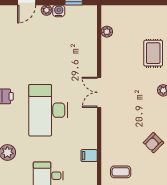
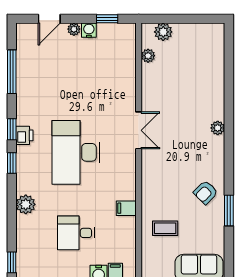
plant: (119, 12) -> (163, 32), added
rug: (153, 53) -> (205, 82), removed
double door: (99, 92) -> (139, 130), swing flipped

